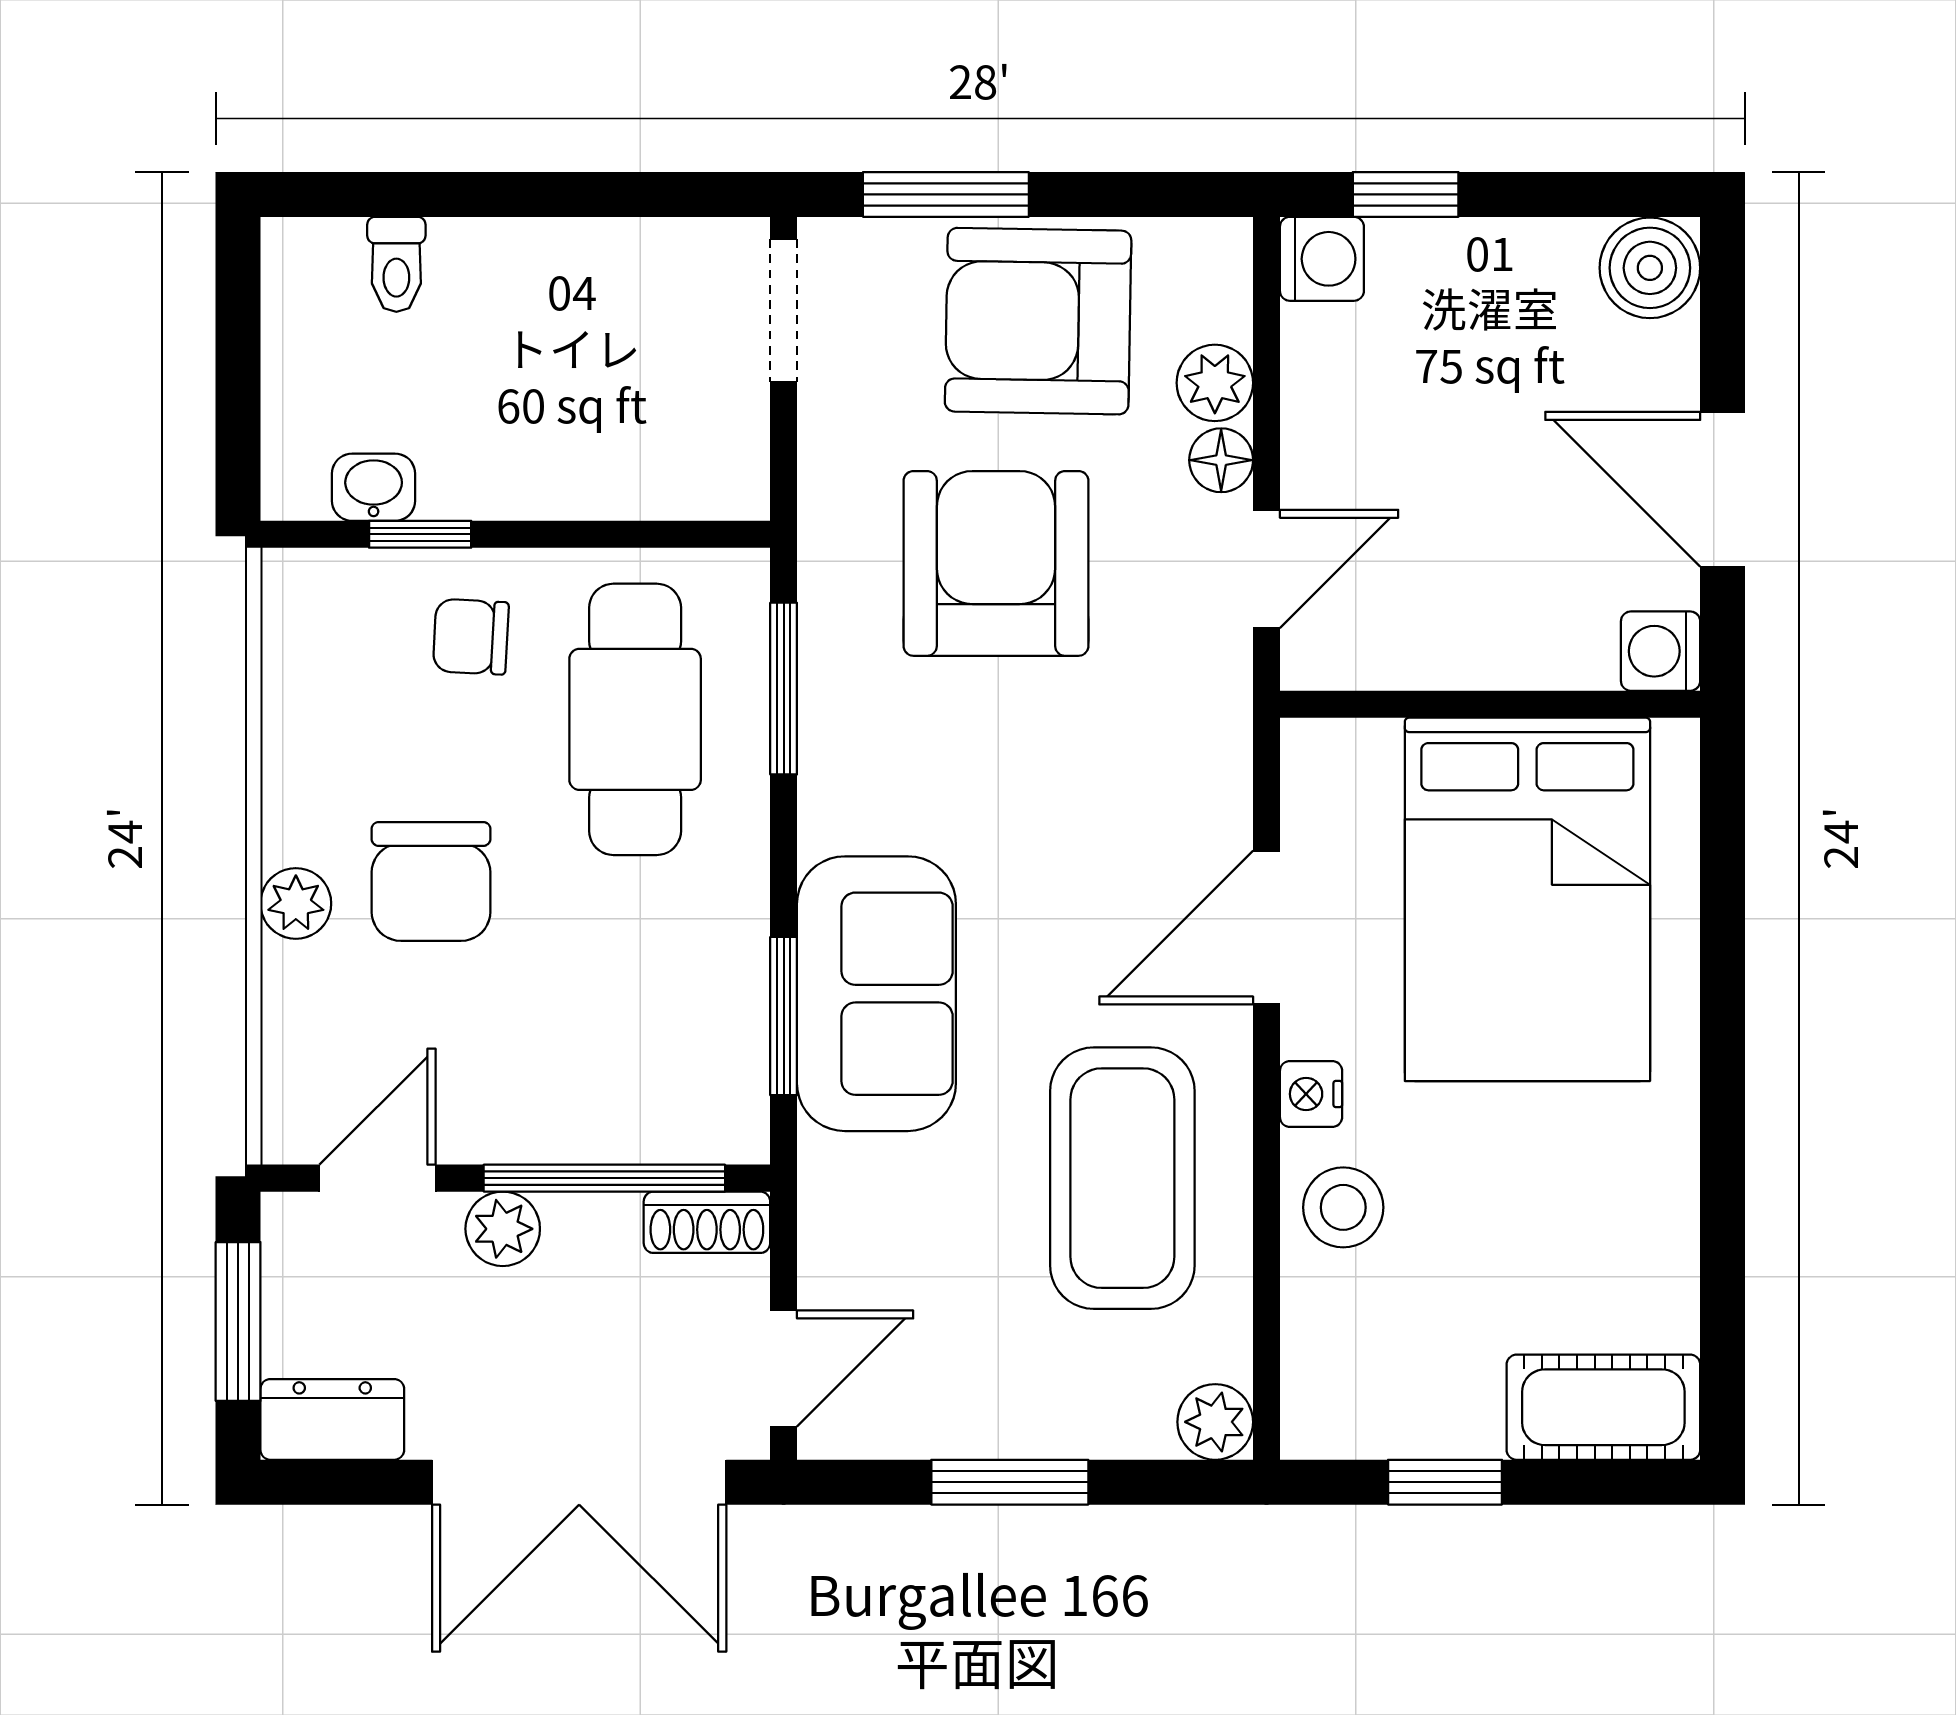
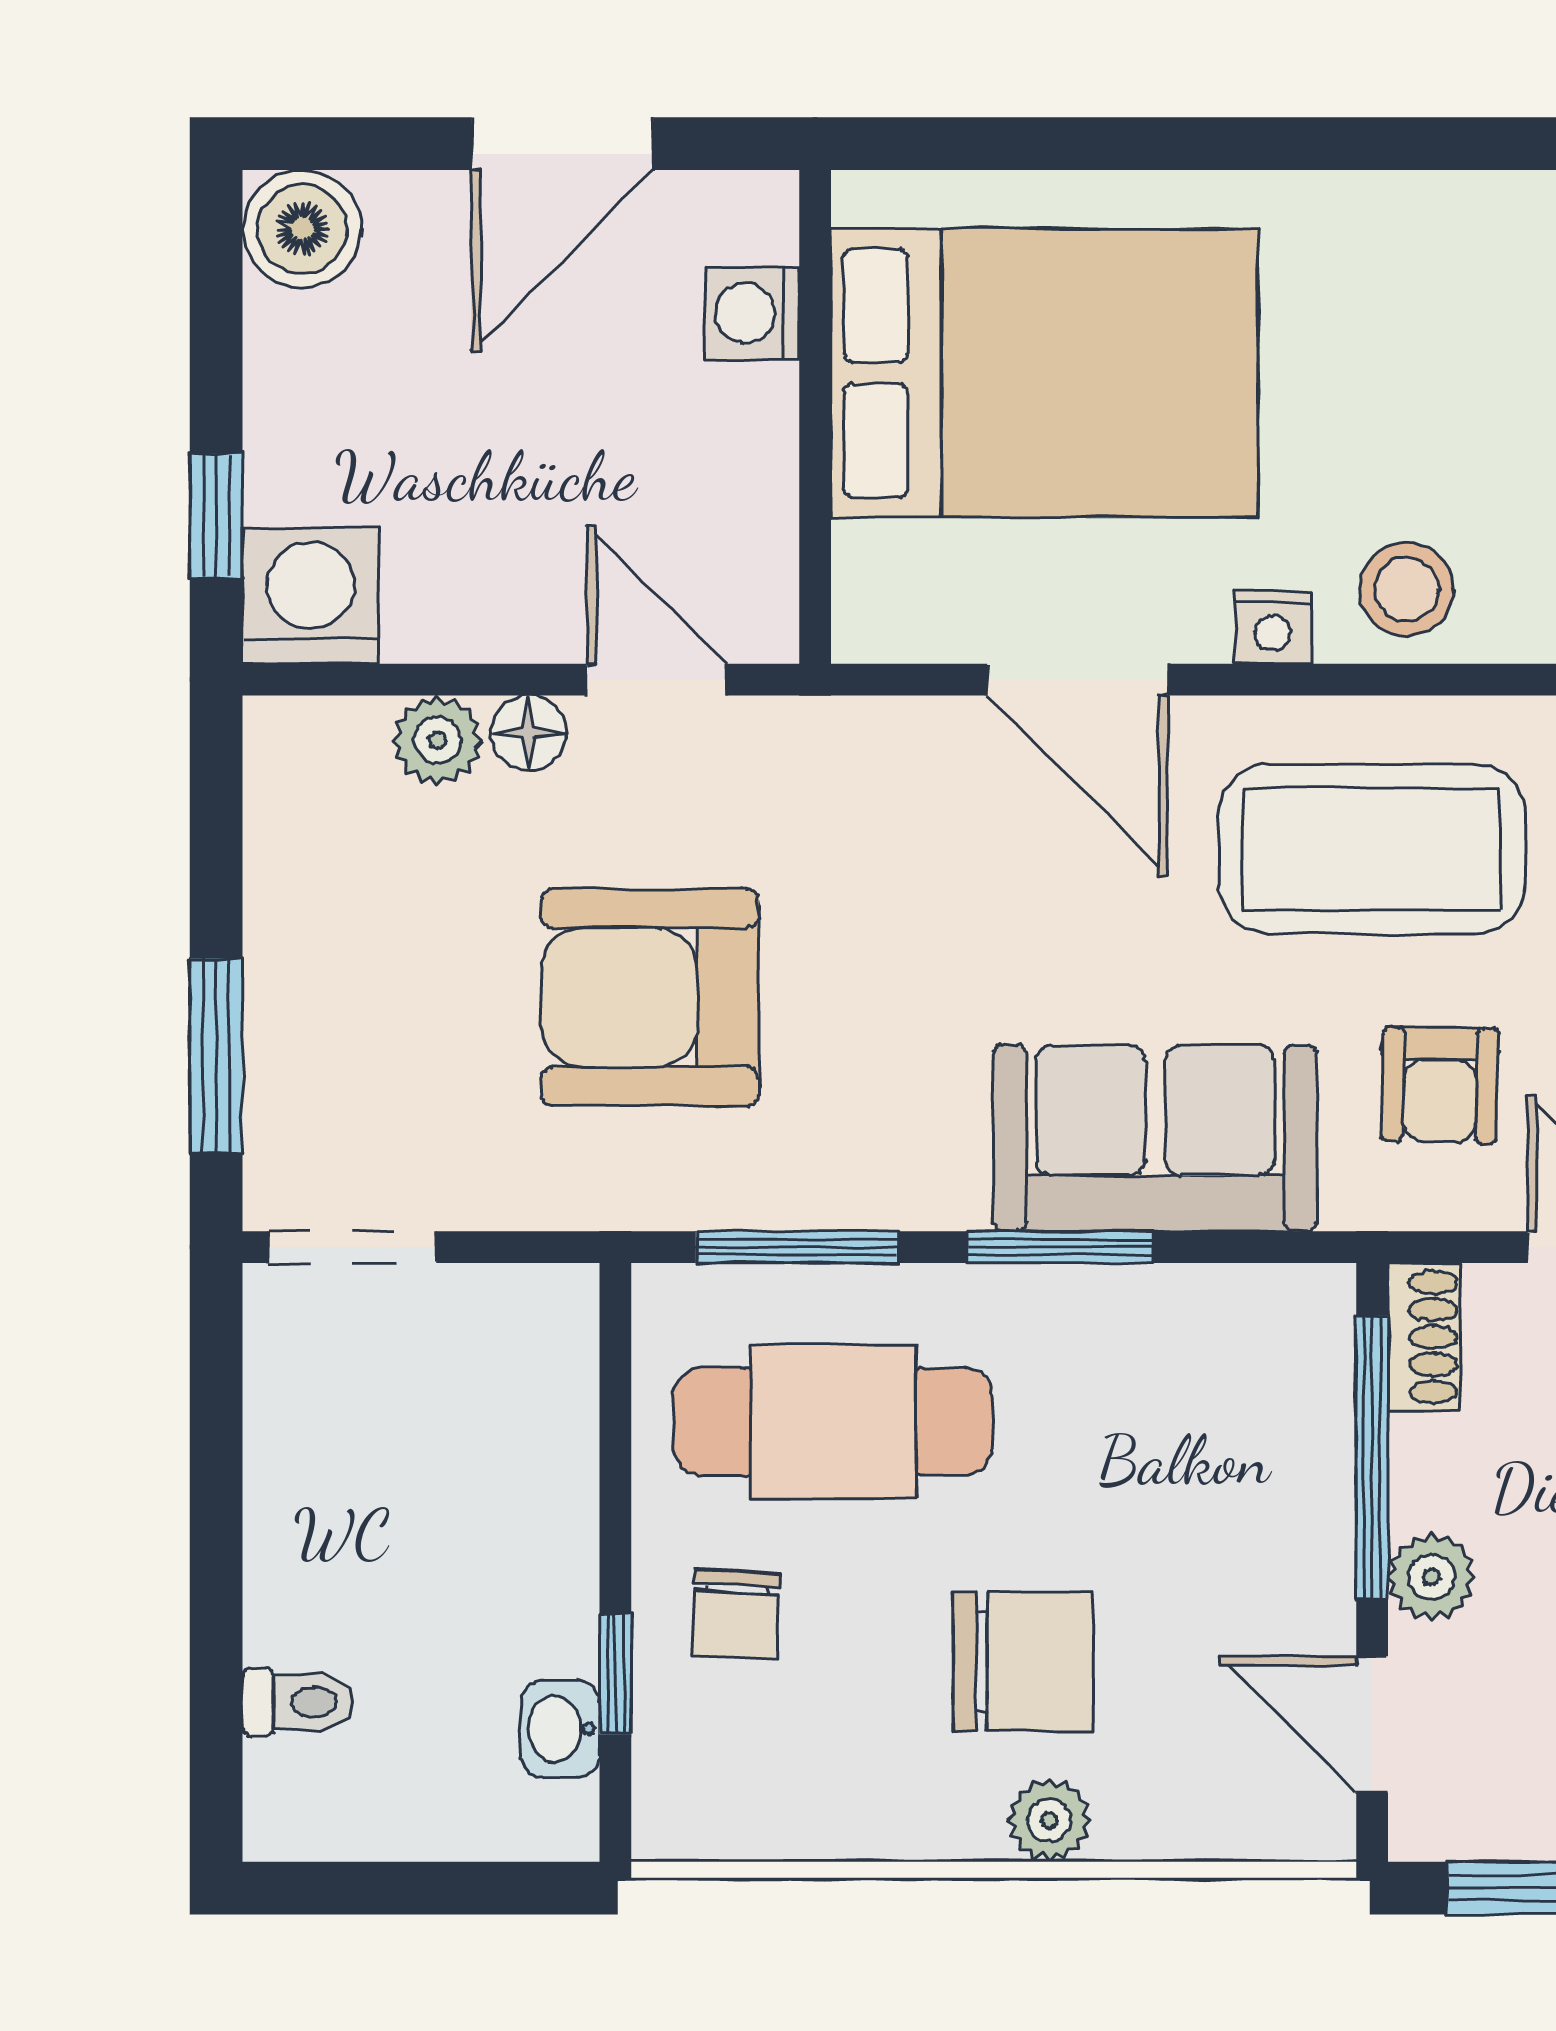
washing machine: (1322, 259) -> (310, 596), width x1.38, depth x1.38
armchair: (1038, 321) -> (1440, 1085), moved, width x0.53, depth x0.53
washing machine: (1661, 651) -> (753, 313), moved, turned 90
window: (784, 1016) -> (1060, 1247), moved

